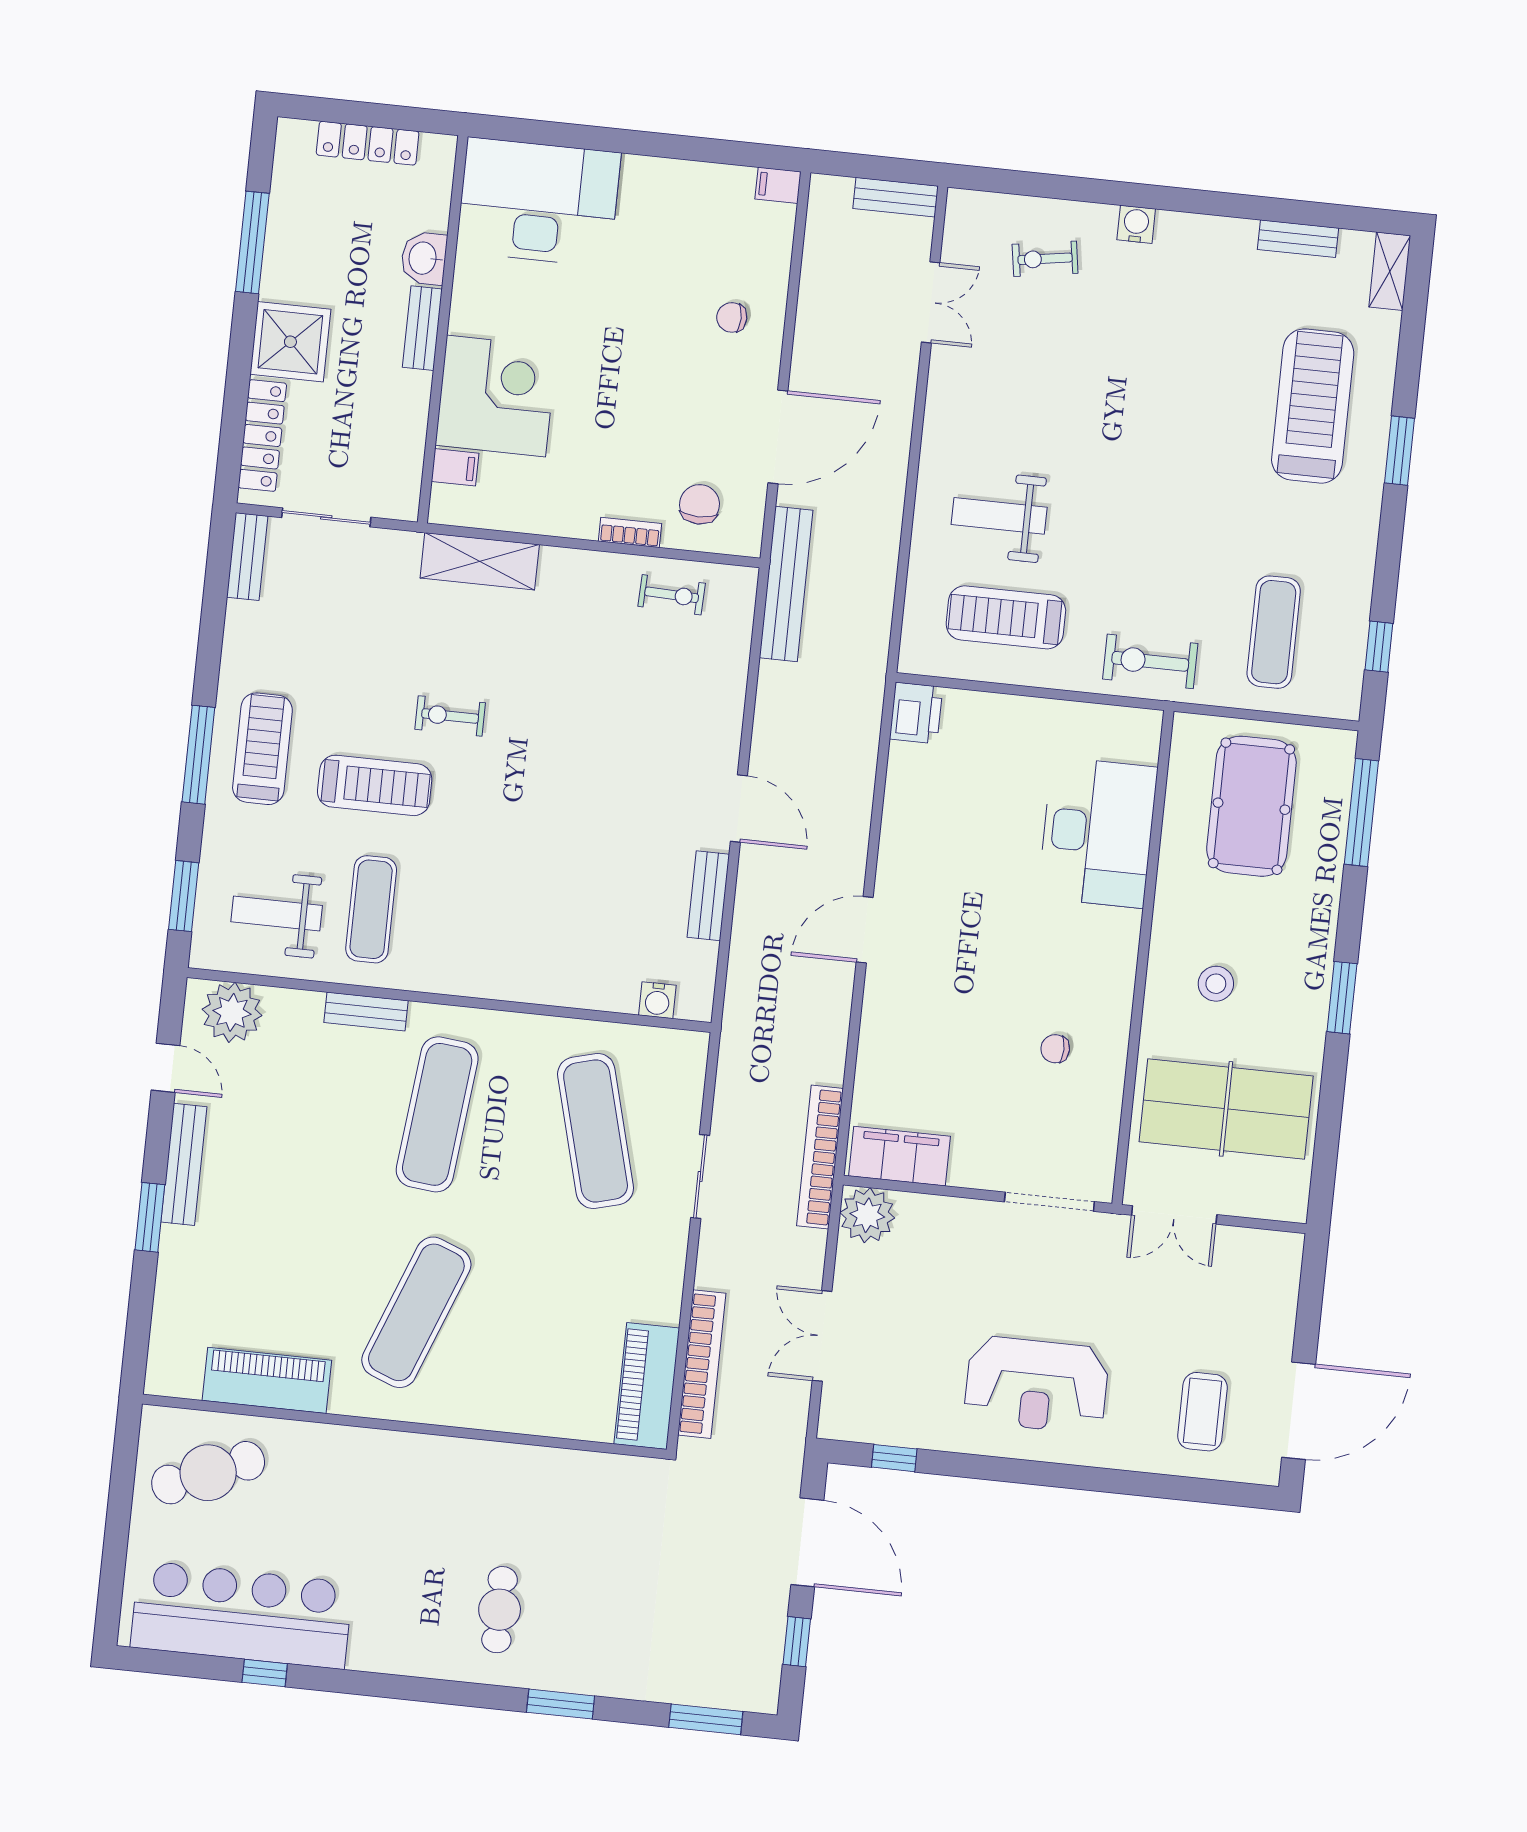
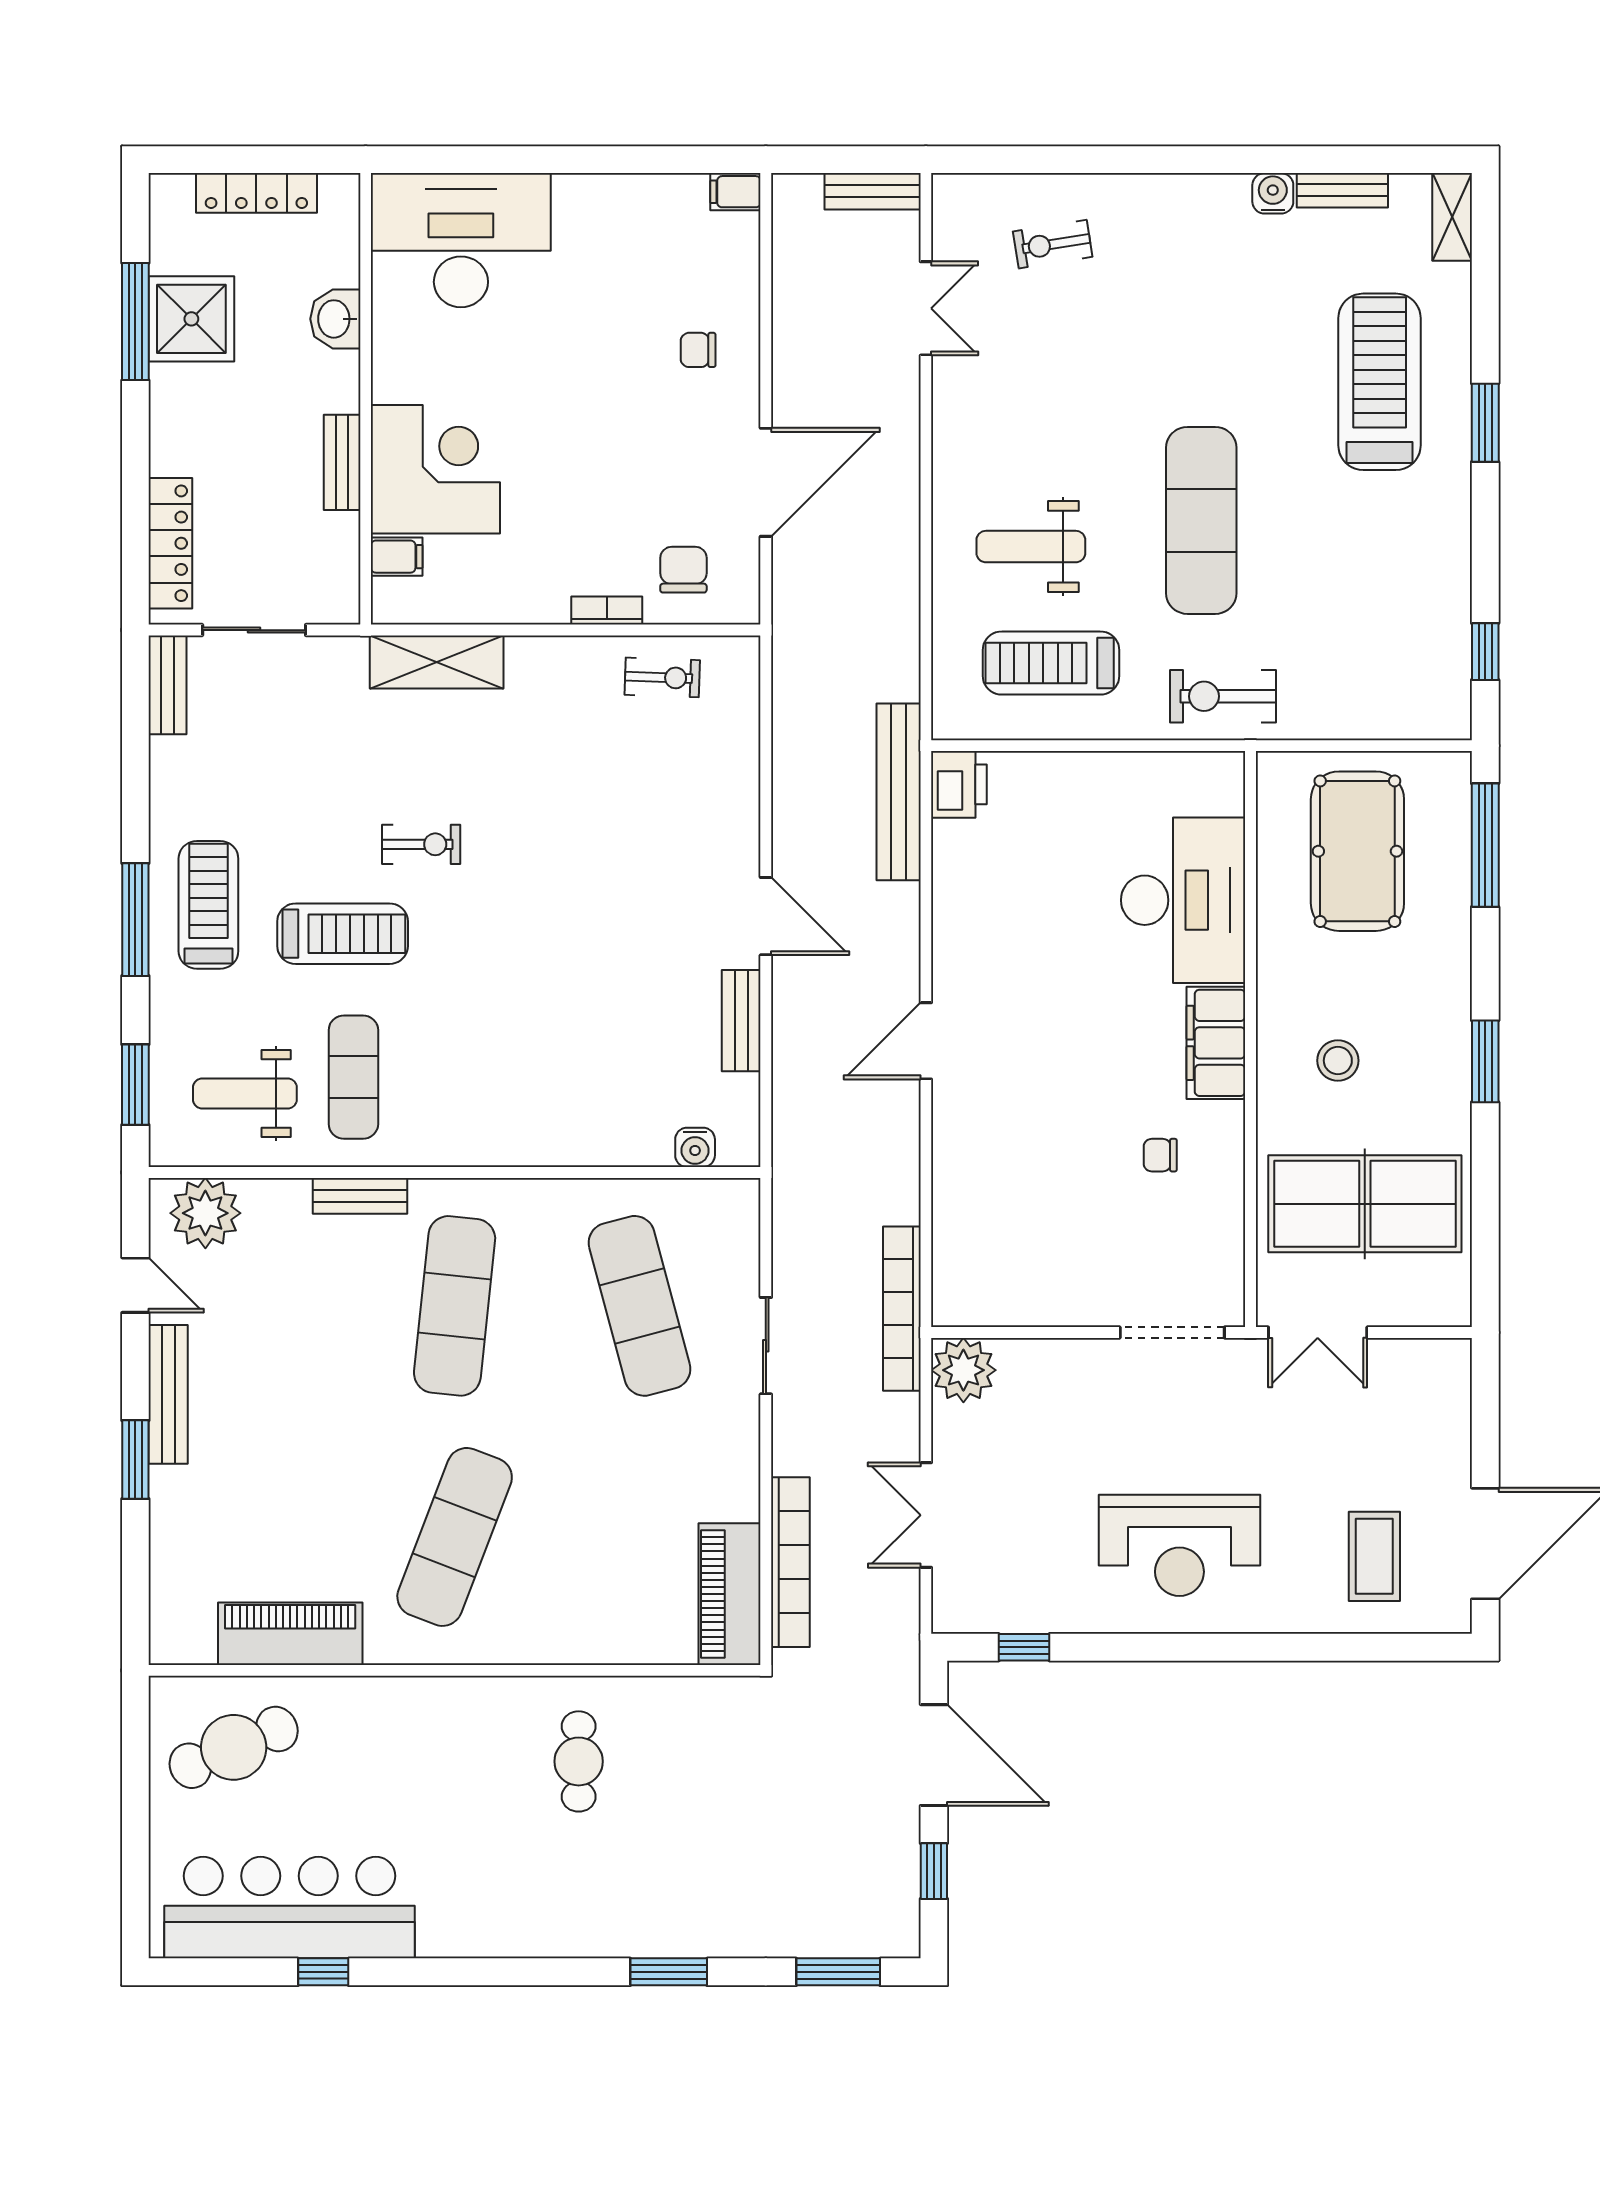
water cooler: (1136, 224) -> (1273, 193), moved
bench: (422, 328) -> (342, 462), moved
shower: (290, 342) -> (191, 319), moved
bench: (786, 584) -> (899, 792), moved
exercise mat: (1274, 632) -> (1201, 520), moved, width x1.36, depth x1.45
exercise bike: (450, 716) -> (421, 844), turned 180
filing cabinet: (900, 1156) -> (1216, 1043), moved, turned -90
cafe table: (500, 1610) -> (579, 1761), moved

